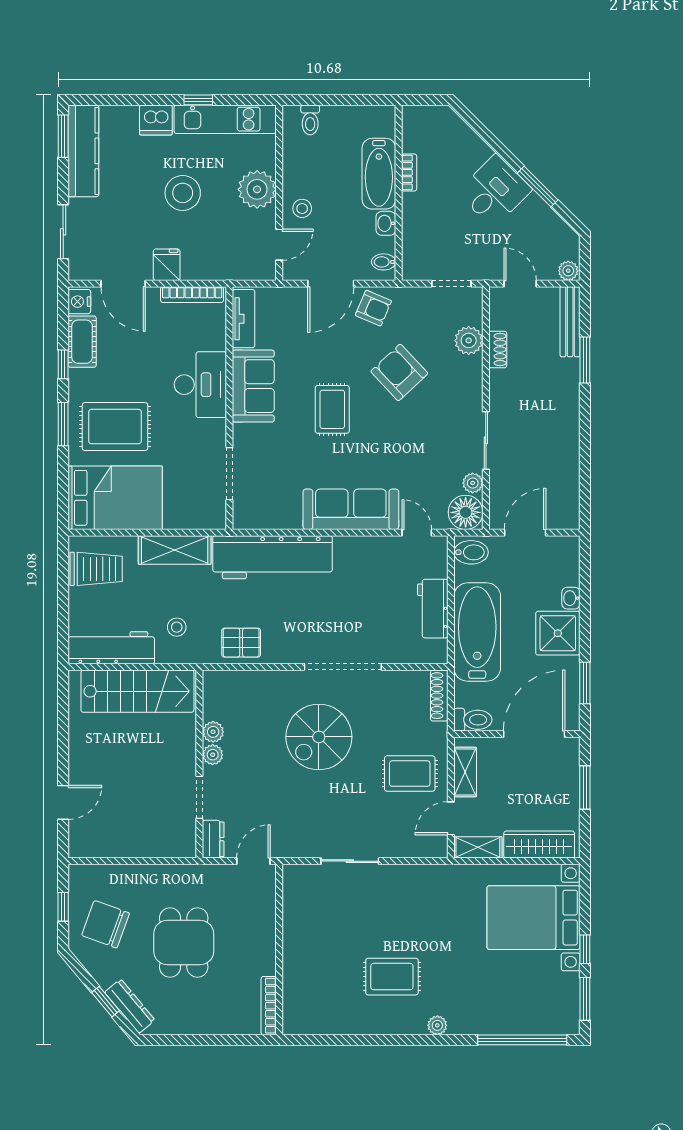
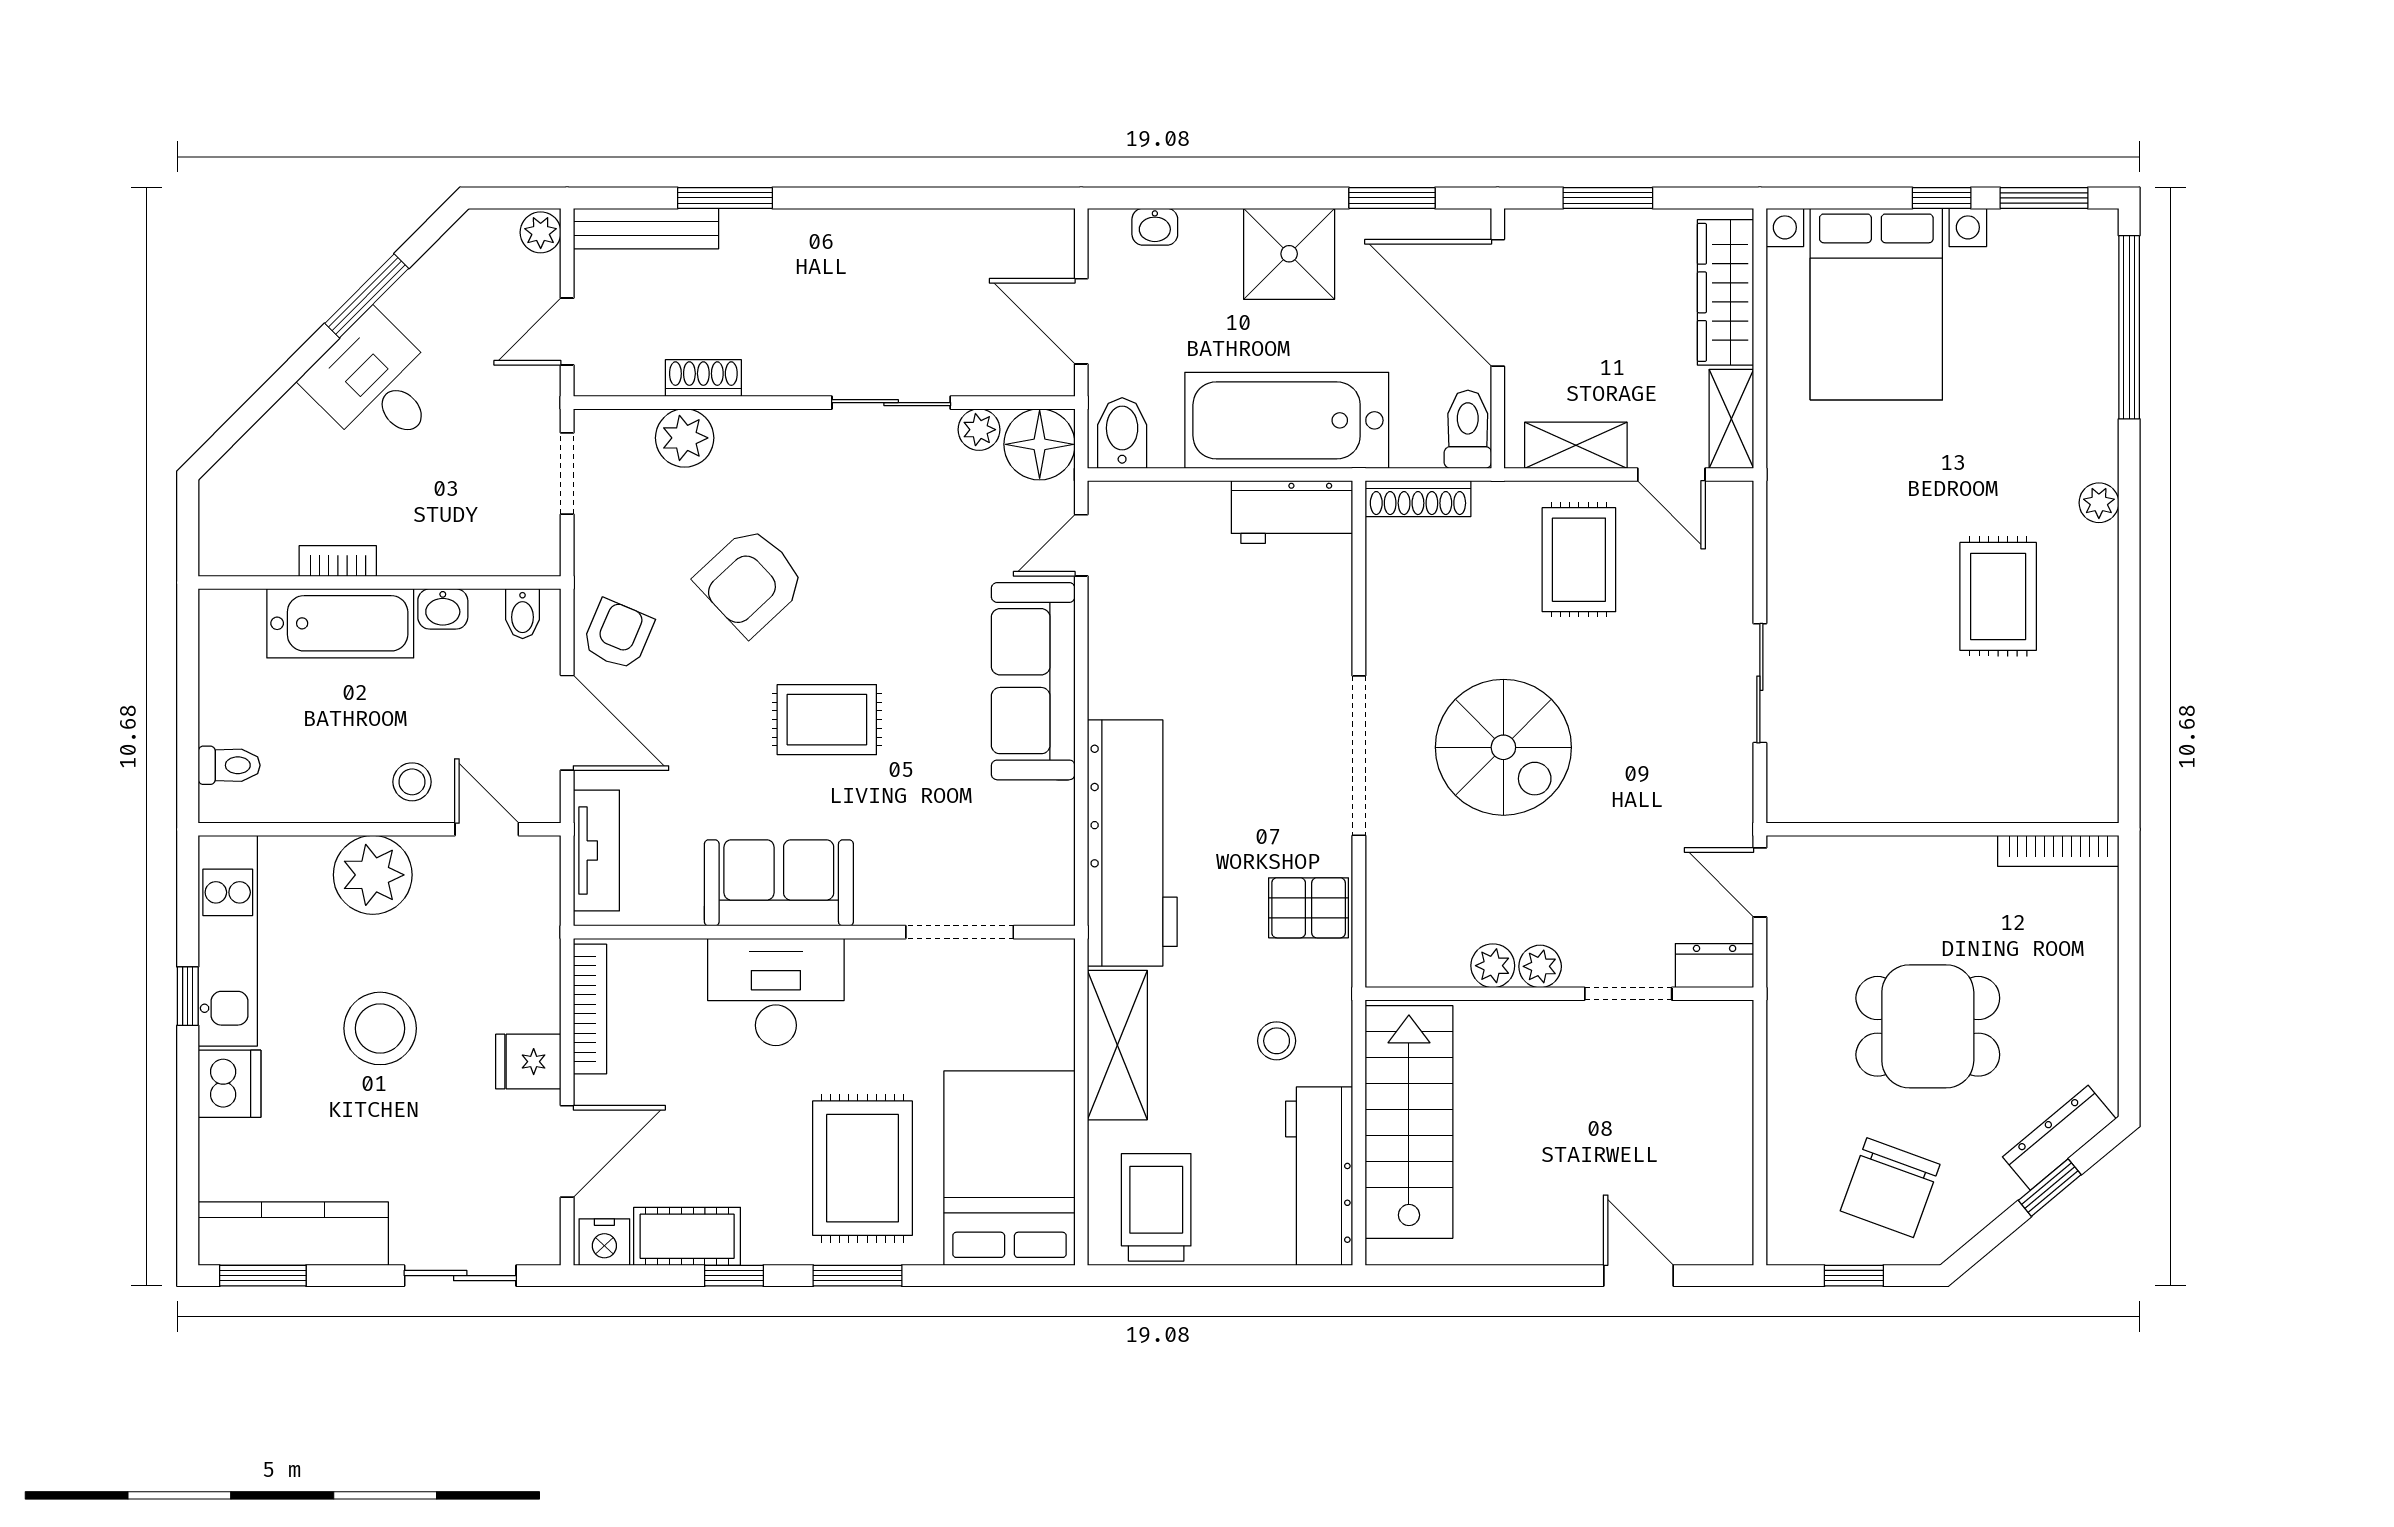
tv unit: (244, 319) -> (596, 851), moved, turned 90
washbasin: (571, 598) -> (1155, 227), moved
workbench: (433, 609) -> (1292, 512), moved
pallet: (241, 643) -> (1309, 908), turned 90
doorway: (343, 667) -> (1359, 756), moved

